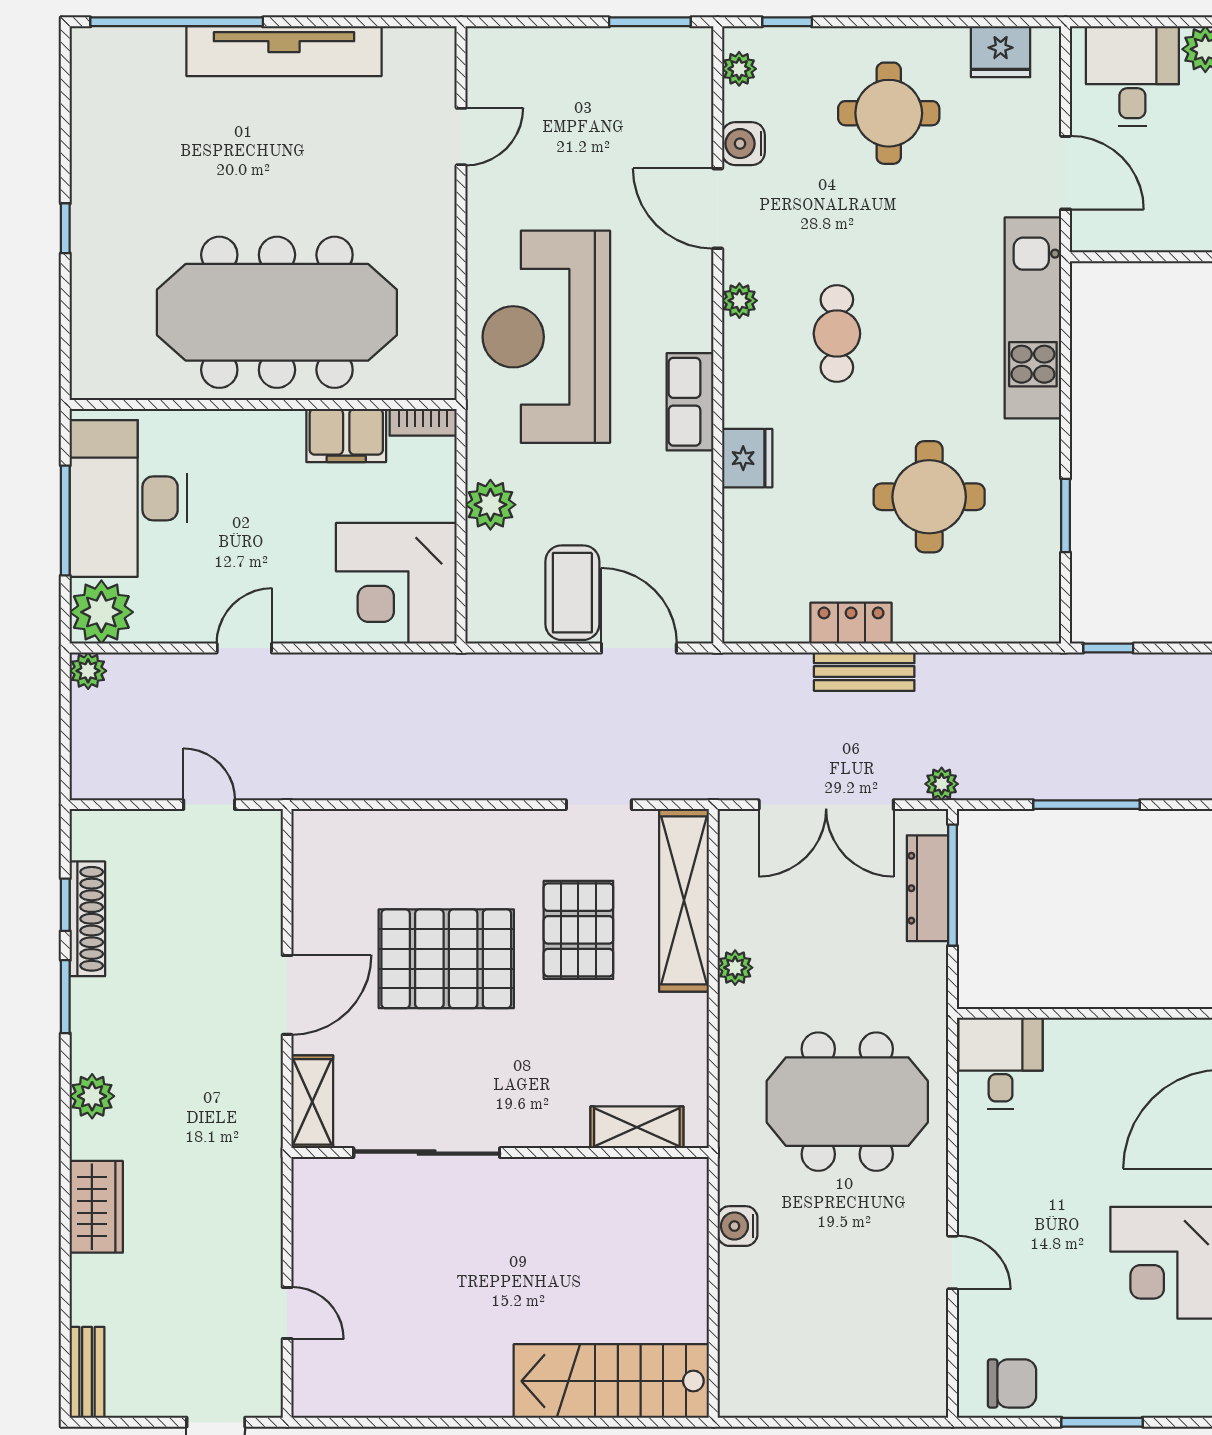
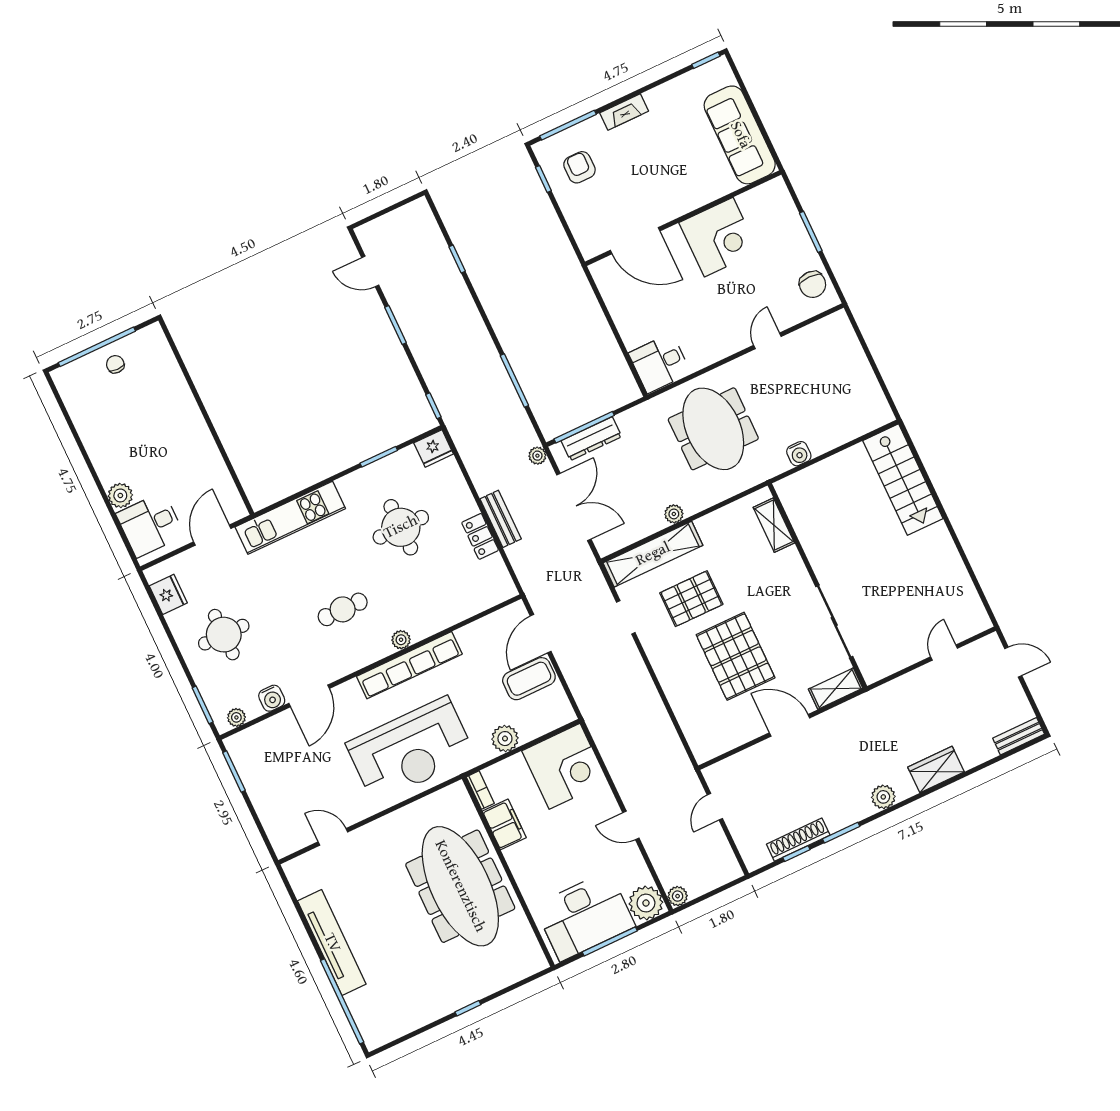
window: (787, 22) -> (203, 705), width x1.50
plant: (739, 301) -> (401, 640), moved
row of seats: (690, 402) -> (409, 665), width x2.02
fridge: (747, 458) -> (434, 448), moved, turned 180
chair: (1012, 1383) -> (813, 284), turned 180

